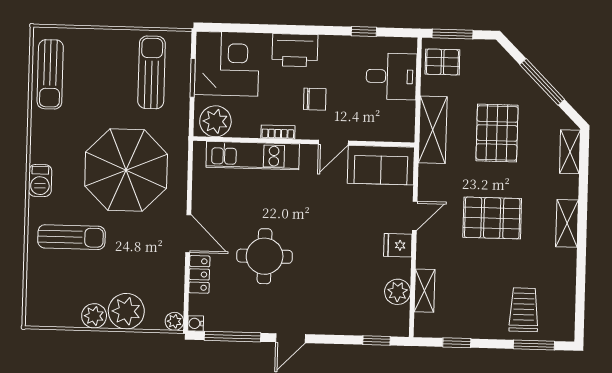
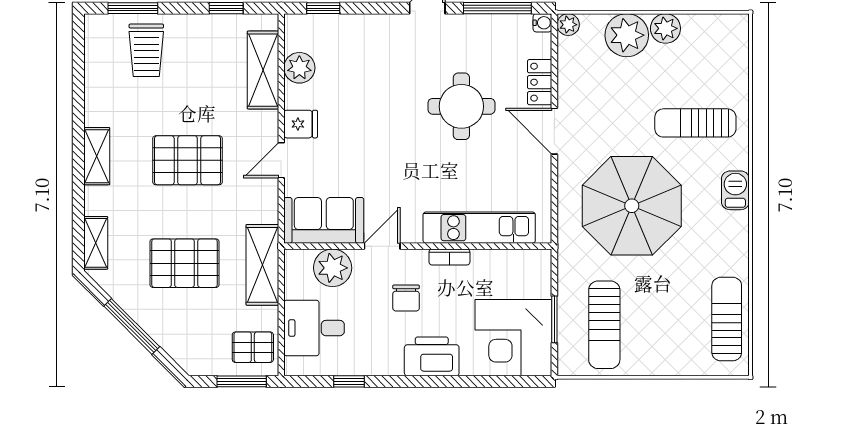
chair: (315, 99) -> (406, 298), turned -90
plant: (215, 121) -> (333, 268), moved
pallet: (497, 133) -> (184, 263), turned 90
shelving: (425, 291) -> (263, 70), width x1.50, depth x1.33

